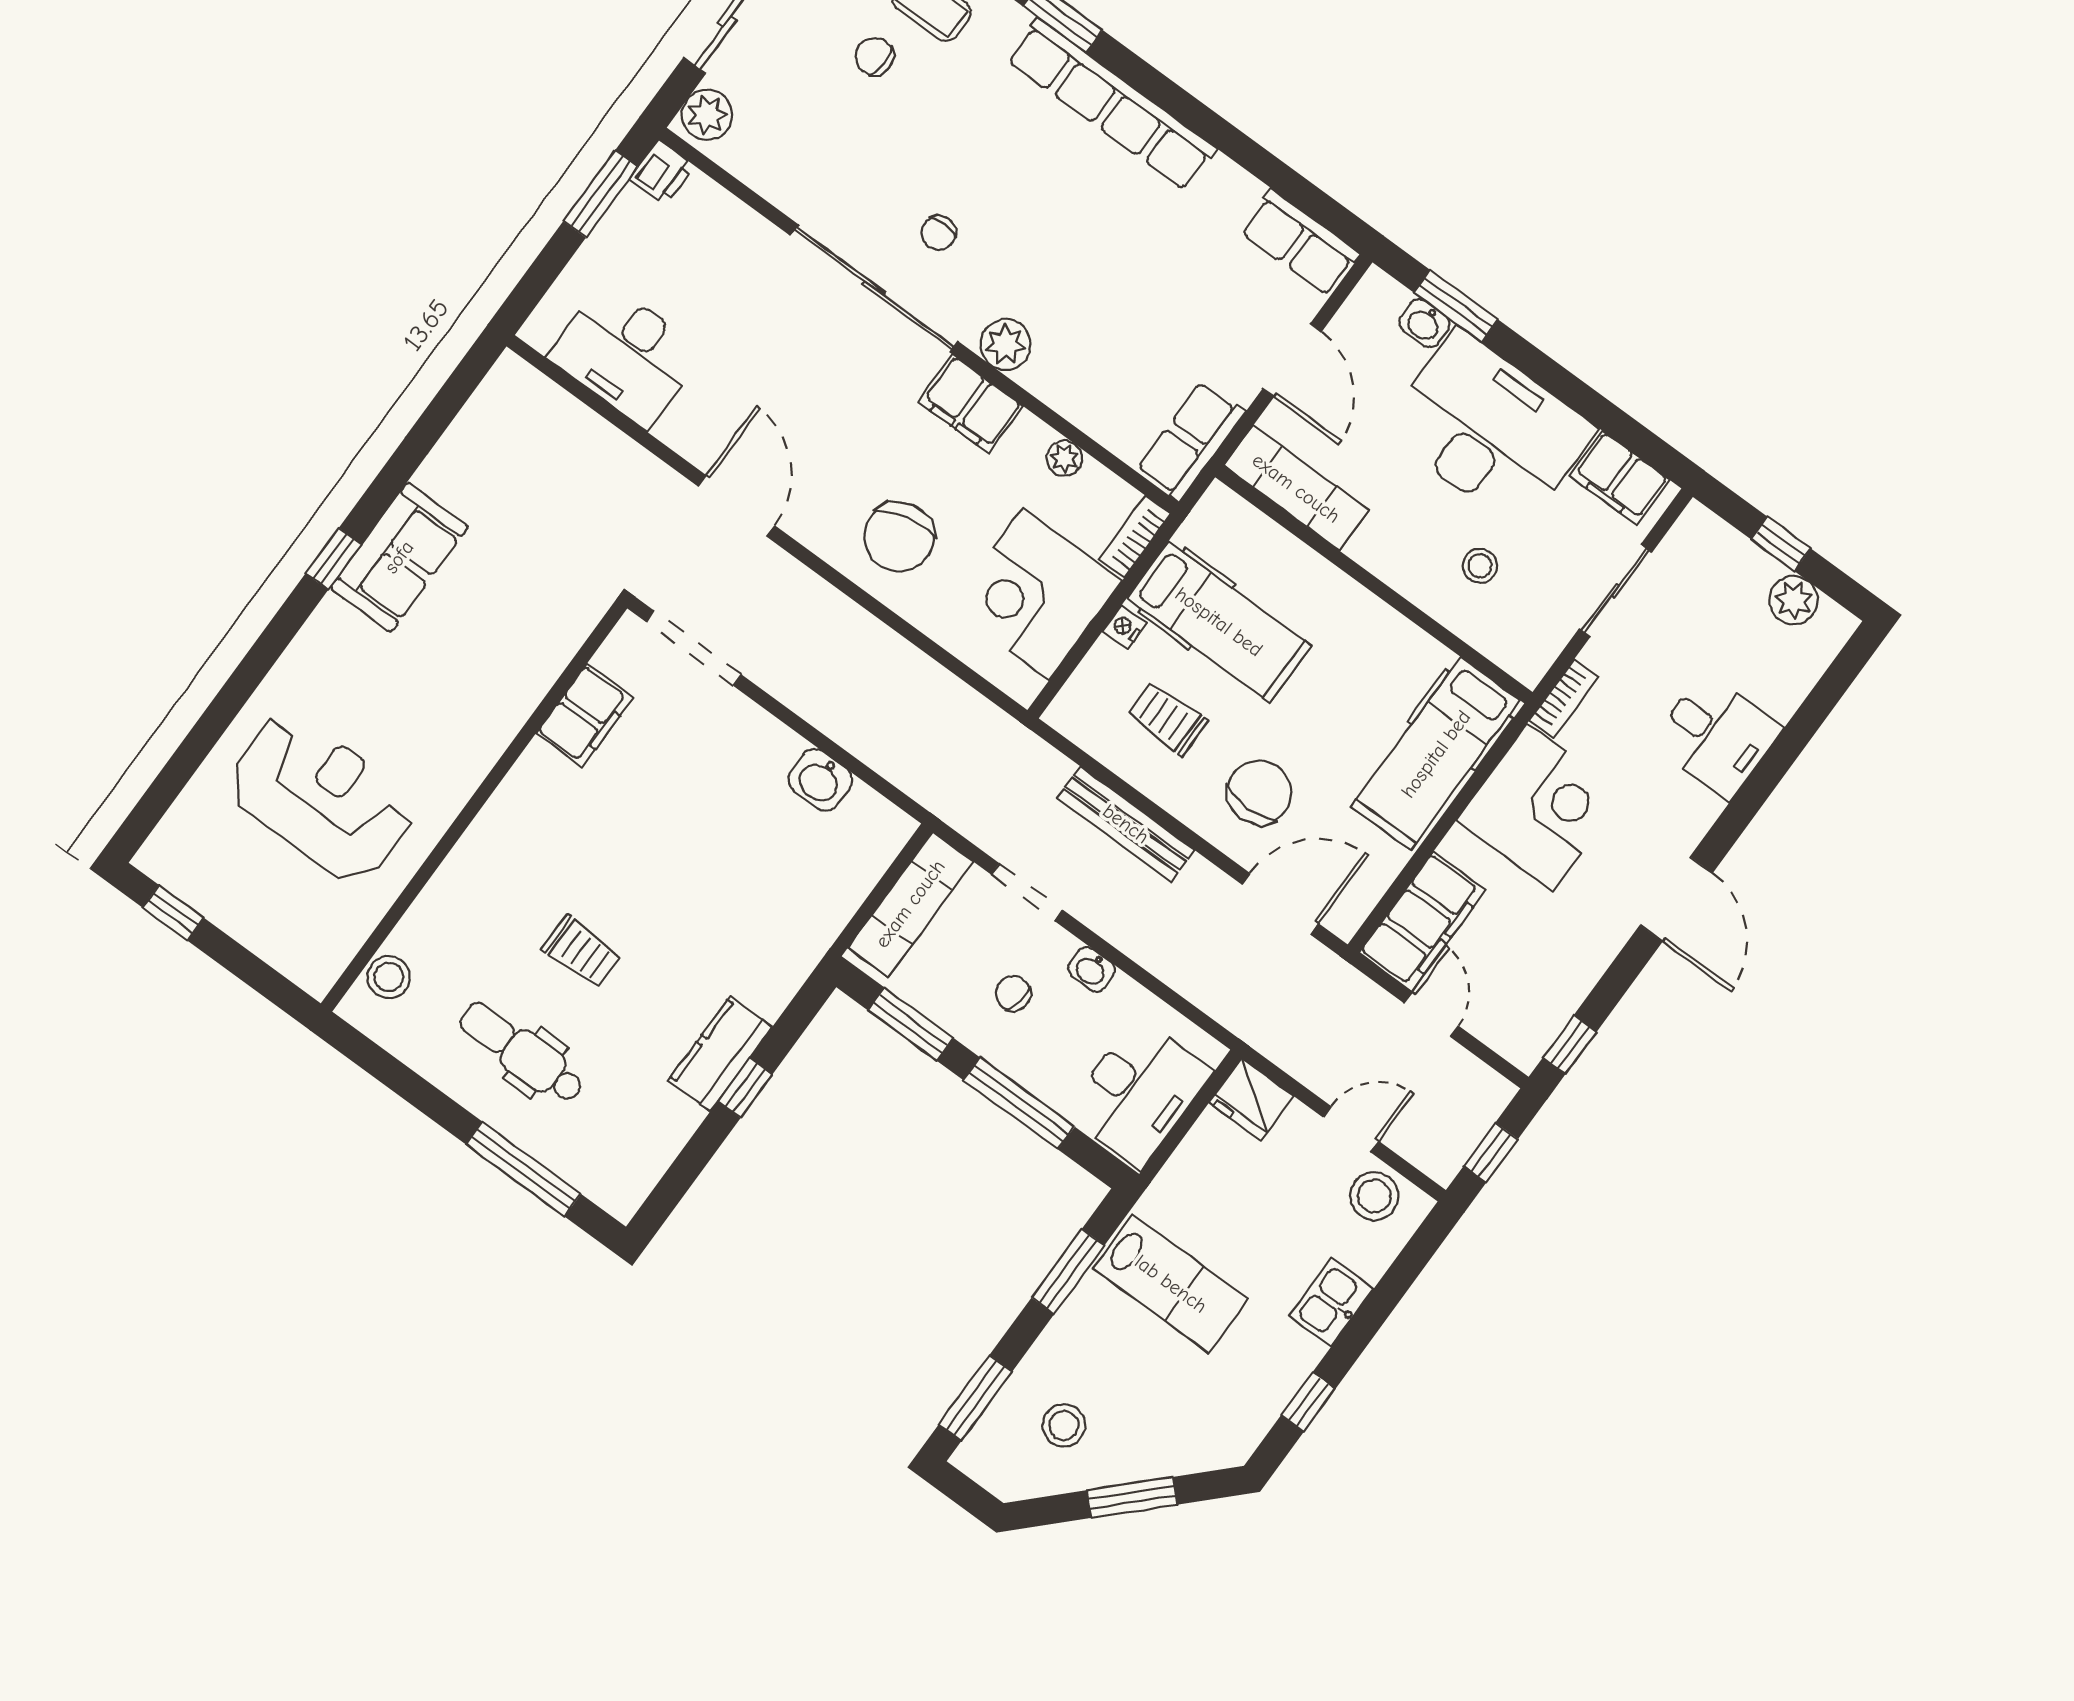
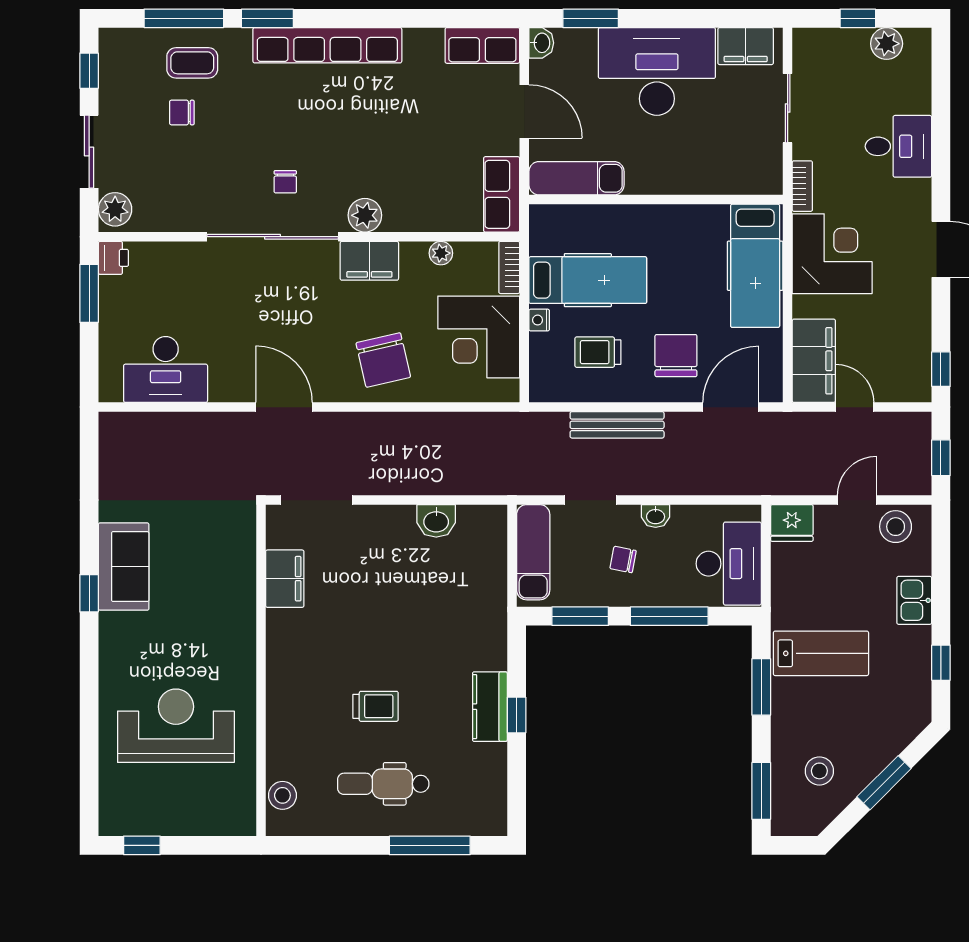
washbasin: (1424, 323) -> (541, 43), moved, turned -90
stool: (1480, 566) -> (705, 148), removed

